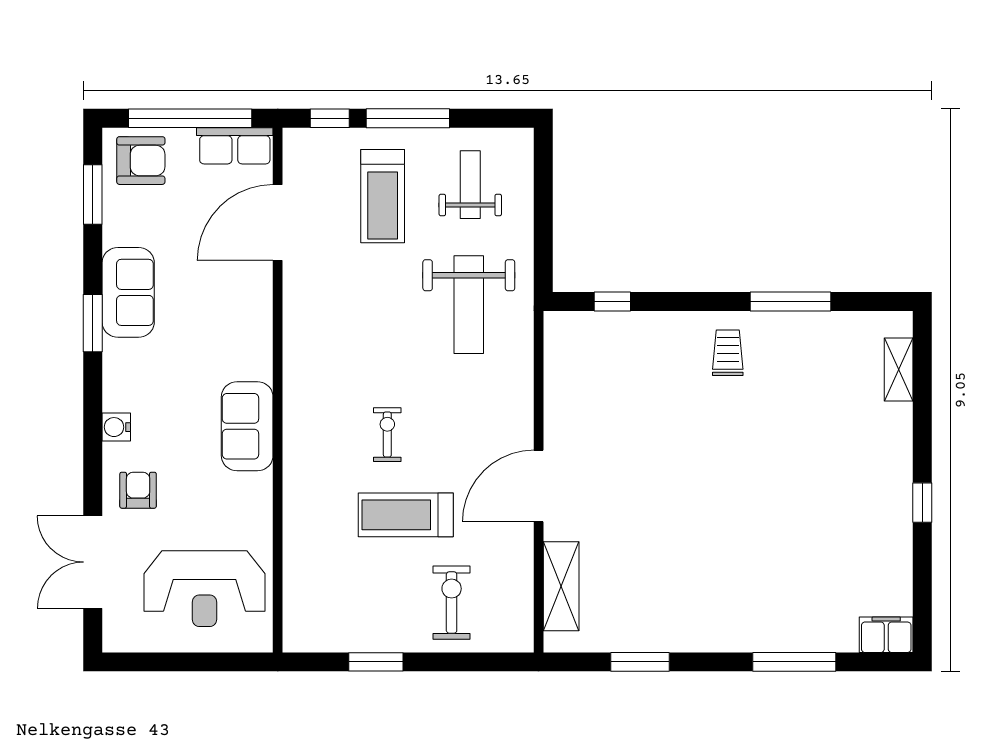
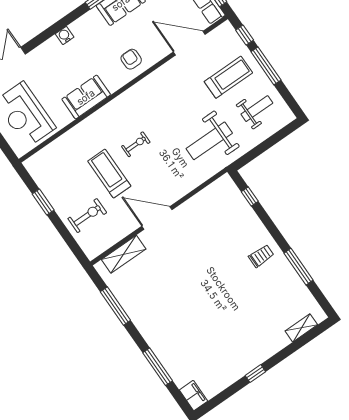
treadmill: (383, 196) -> (228, 77), turned 180
sofa: (247, 426) -> (86, 97), moved
armchair: (138, 490) -> (131, 59), moved, turned -90
window: (640, 662) -> (115, 306), width x1.44

